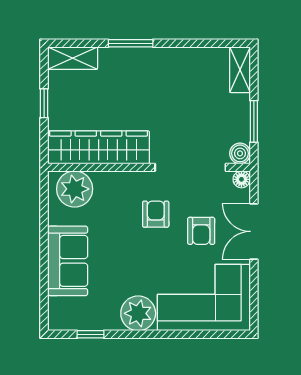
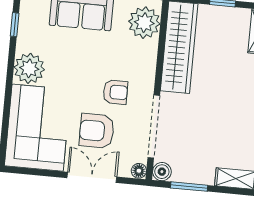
armchair: (201, 231) -> (97, 131), width x1.38, depth x1.38

